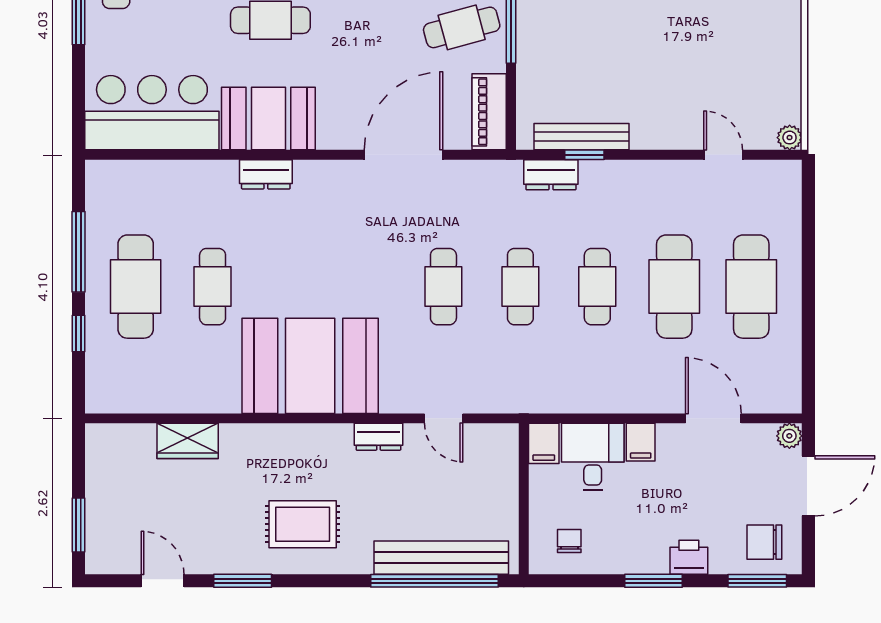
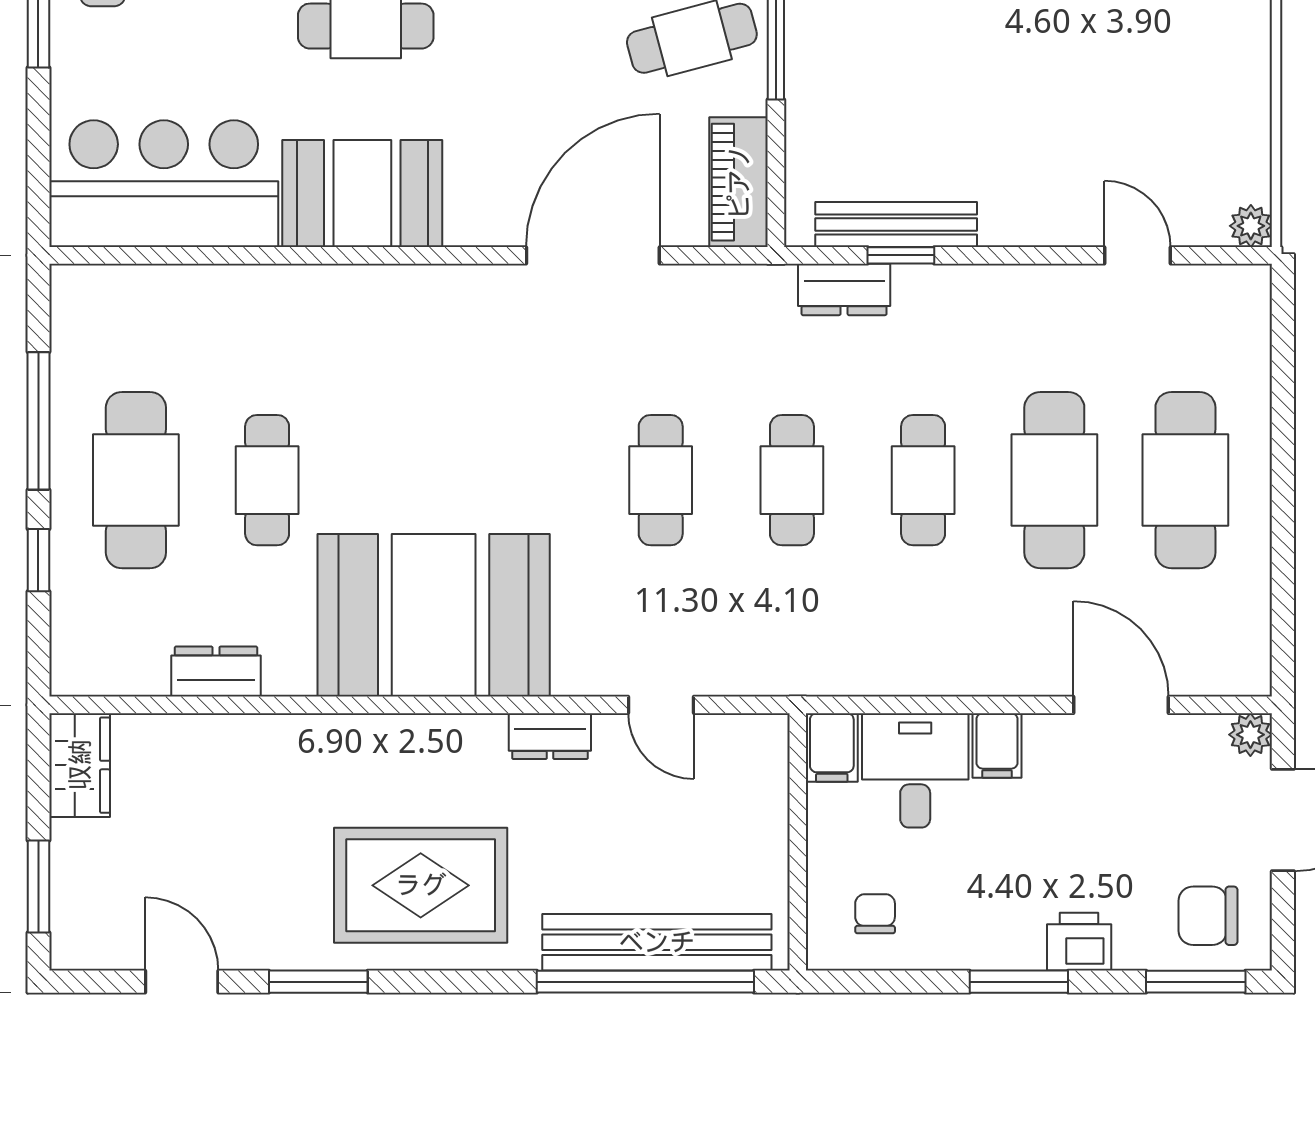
dresser: (266, 174) -> (216, 672), moved, turned 180
wardrobe: (188, 441) -> (80, 765), moved, turned -90
rug: (303, 524) -> (421, 885), width x1.36, depth x1.43

